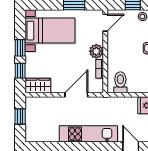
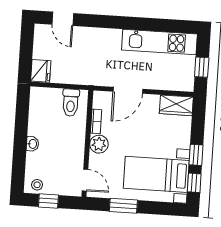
door: (105, 23) -> (85, 180), swing flipped
window: (20, 71) -> (194, 183), moved
kitchen unit: (88, 134) -> (159, 42), moved

